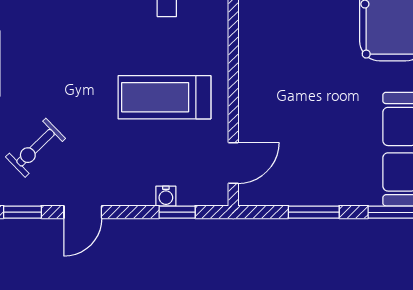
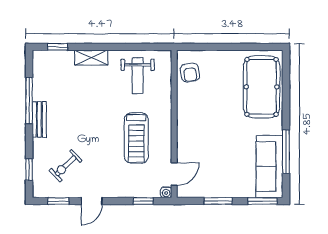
treadmill: (164, 97) -> (136, 138), turned -90
water cooler: (166, 196) -> (166, 192), moved

